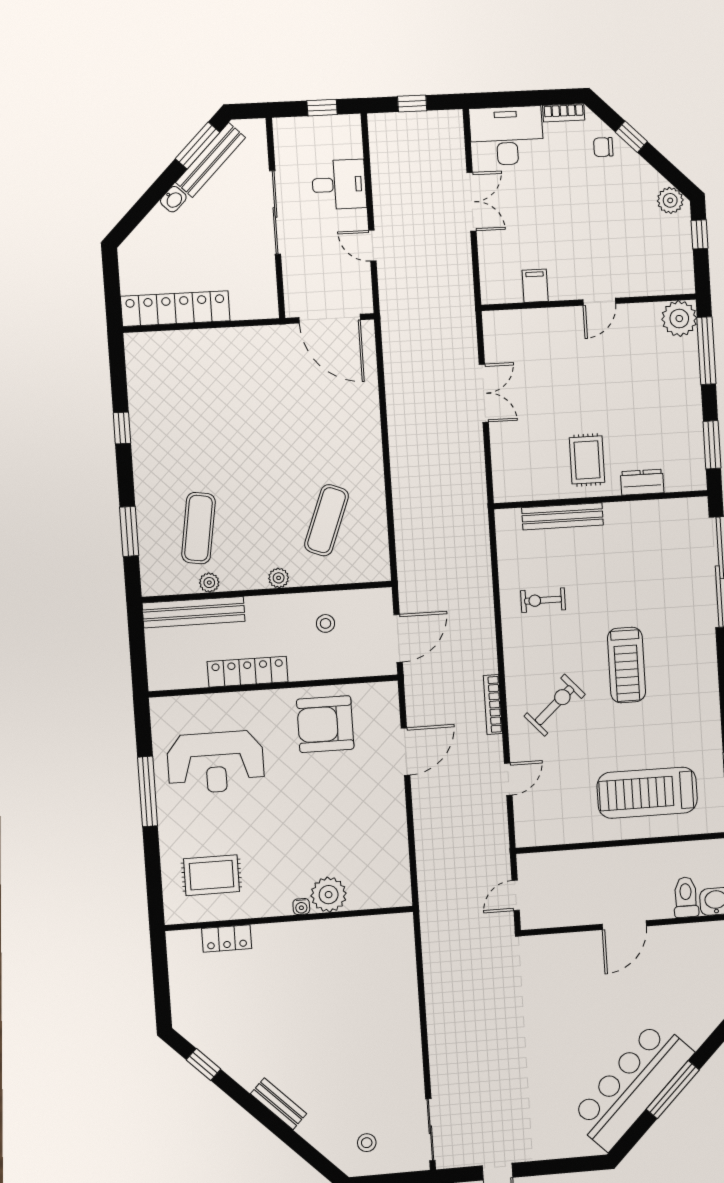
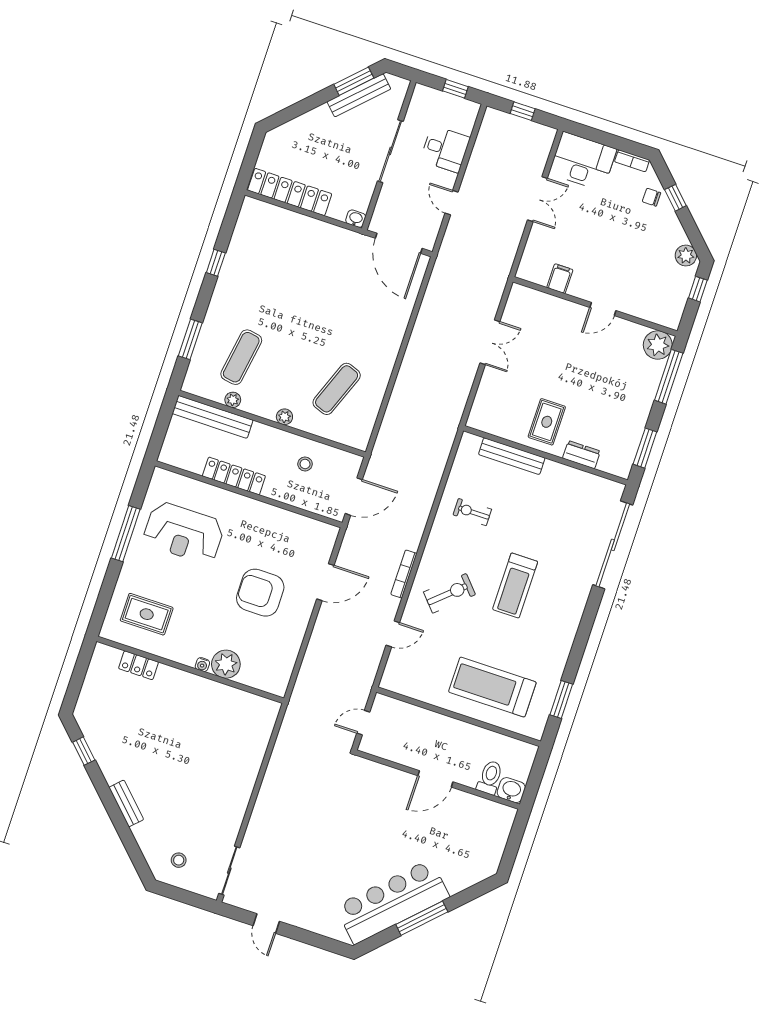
washbasin: (173, 199) -> (356, 219), moved, turned -135
armchair: (325, 724) -> (260, 593), moved

